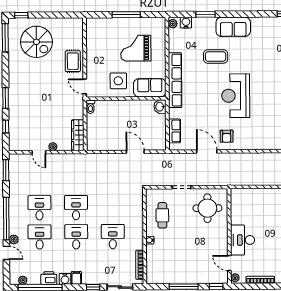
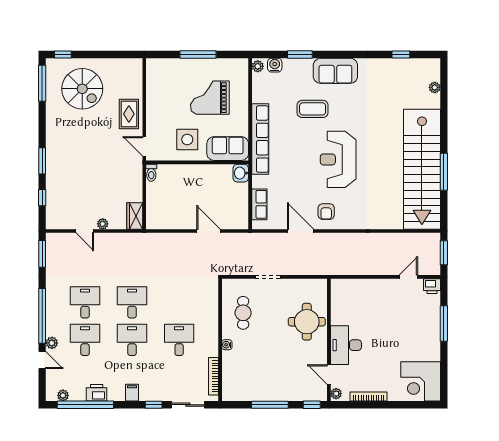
wardrobe: (78, 135) -> (135, 216), width x0.67
round table: (207, 208) -> (307, 322), moved
water cooler: (65, 279) -> (117, 394), removed

